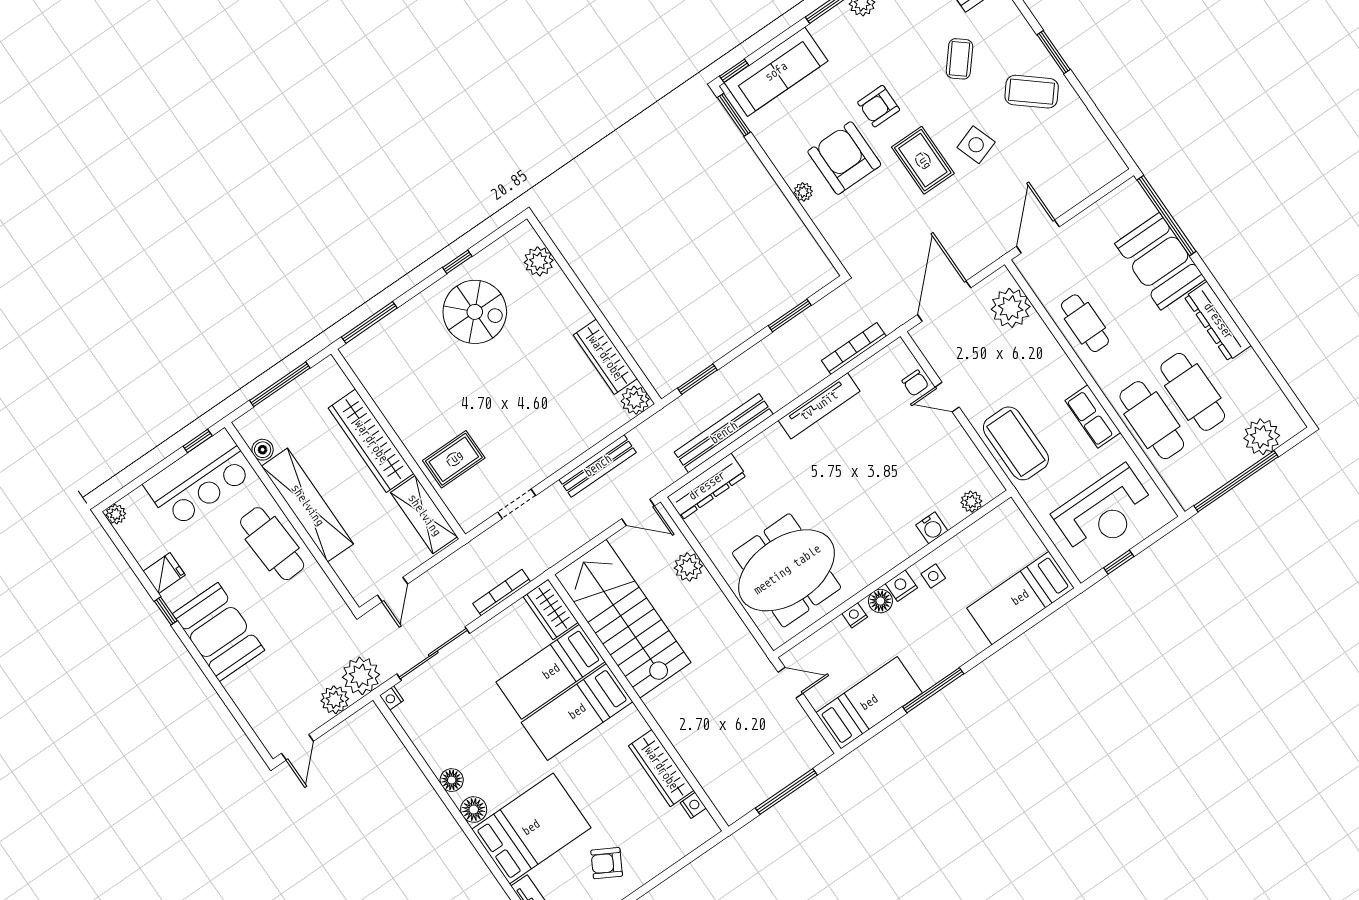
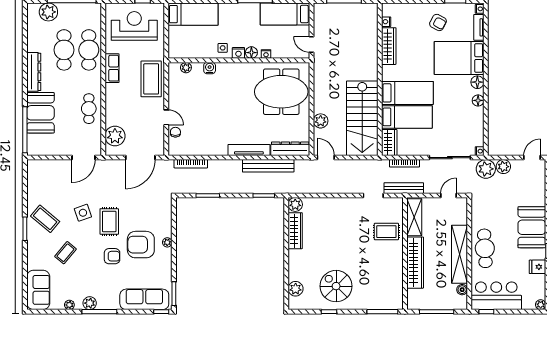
armchair: (844, 158) -> (141, 245), turned 90
tv unit: (819, 406) -> (249, 150), moved
bench: (598, 466) -> (404, 188), moved

